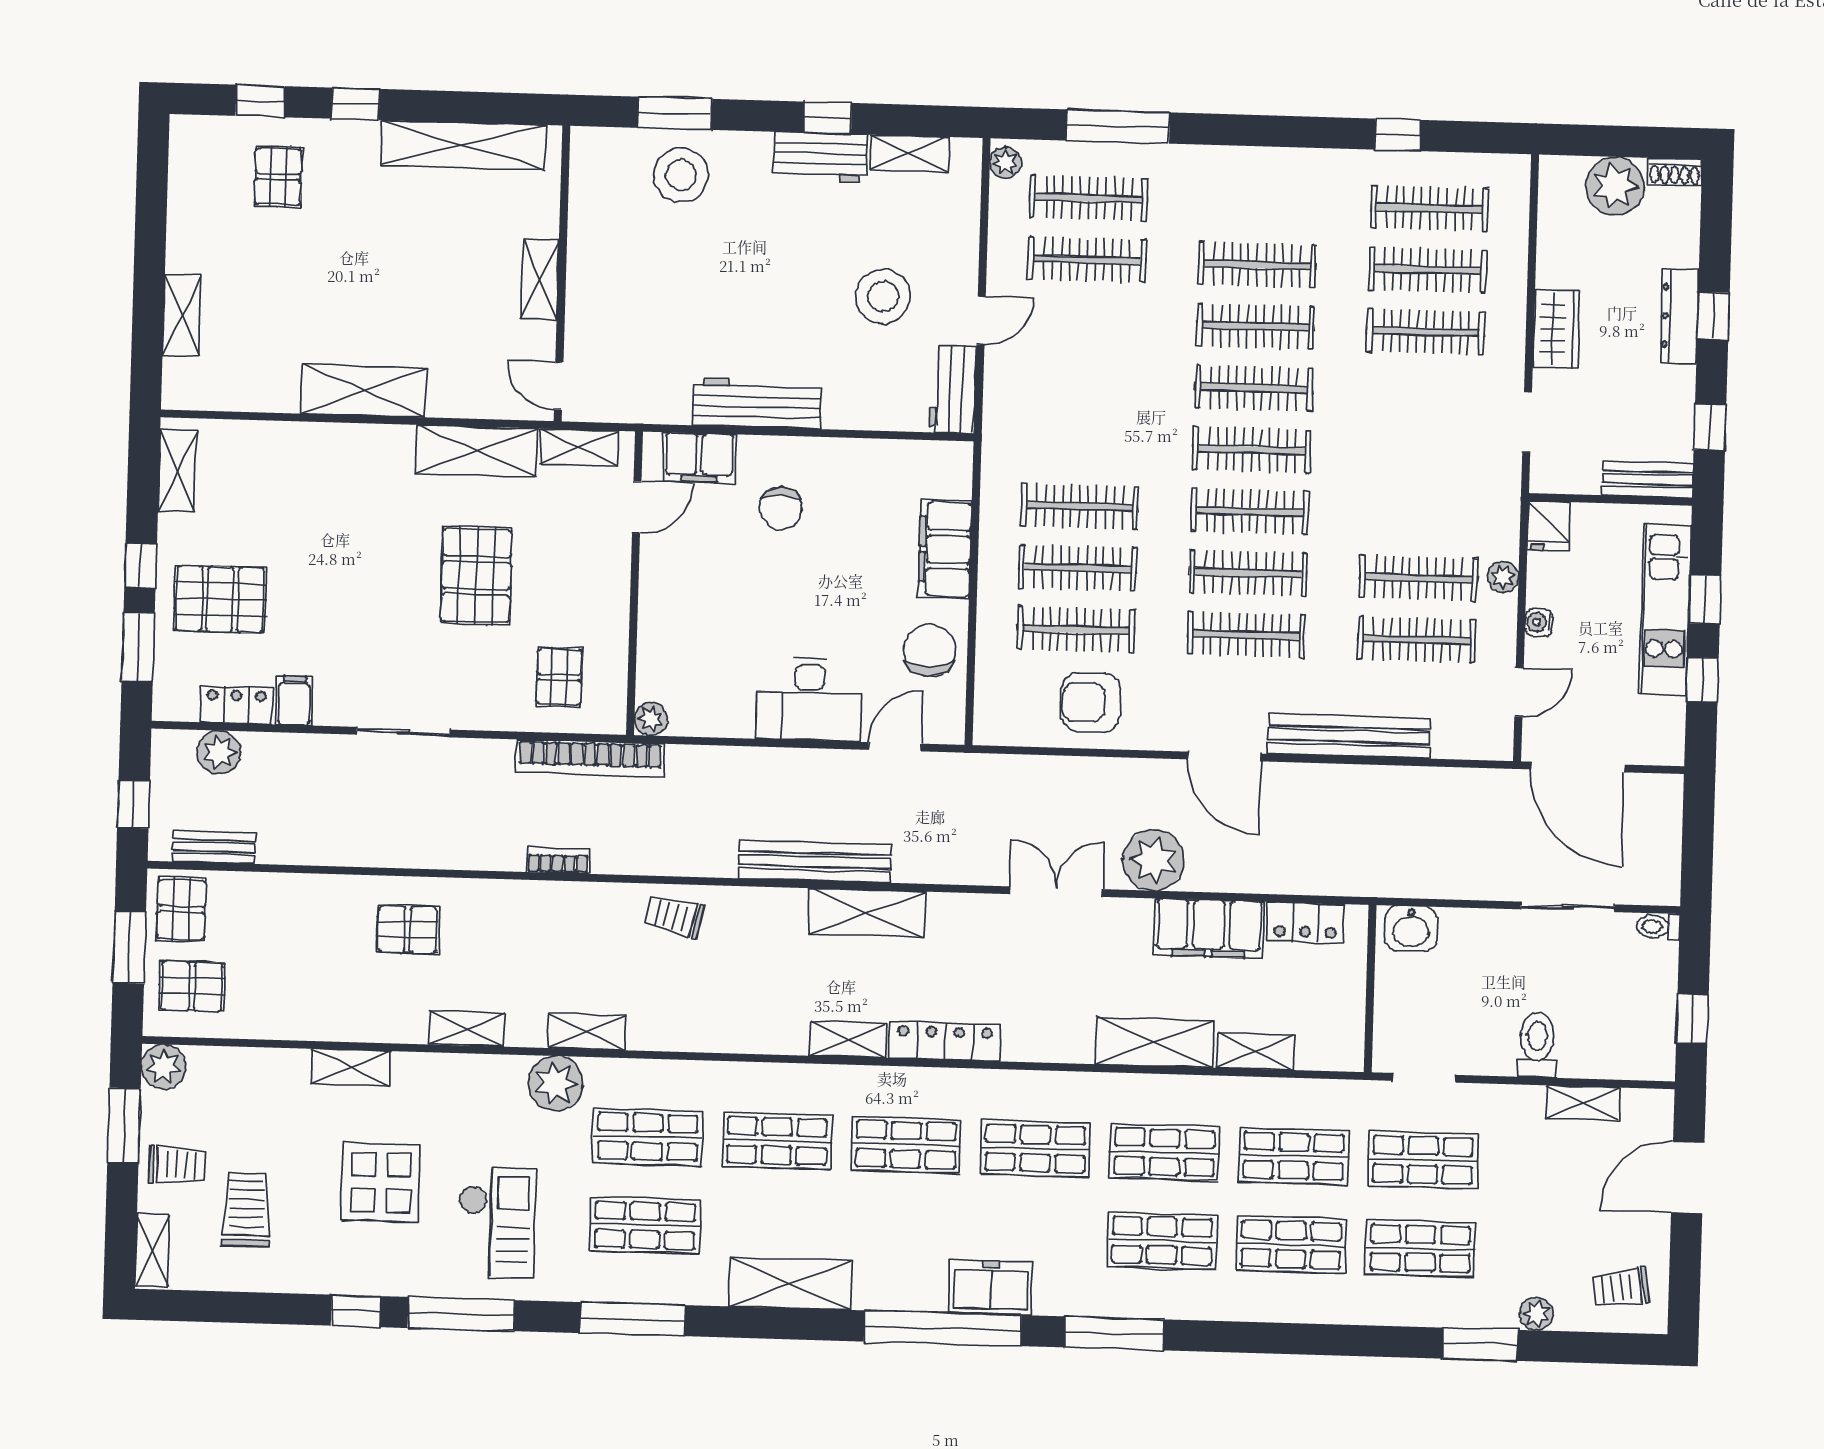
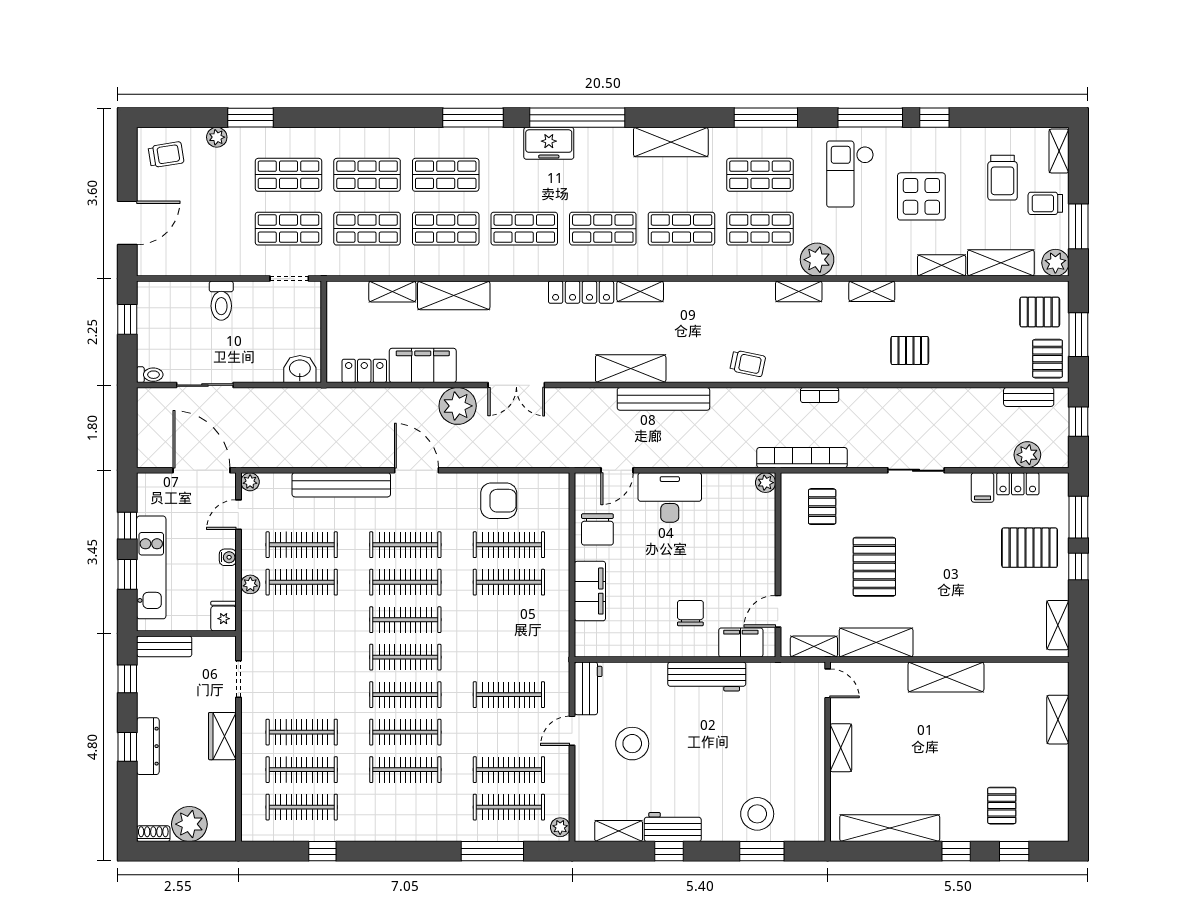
clothes rail: (1080, 506) -> (509, 695), moved
plant: (1499, 746) -> (250, 482), added
shelving: (1583, 1103) -> (1001, 263), moved, width x1.50, depth x1.33

